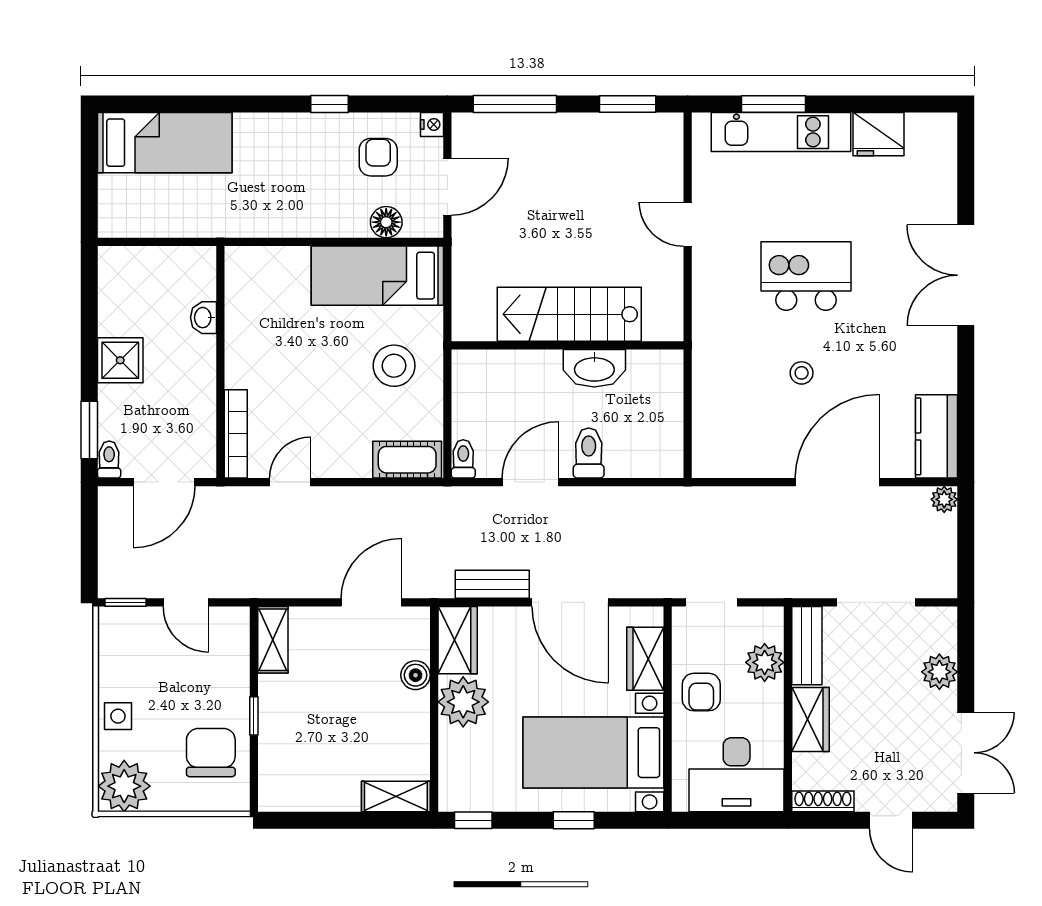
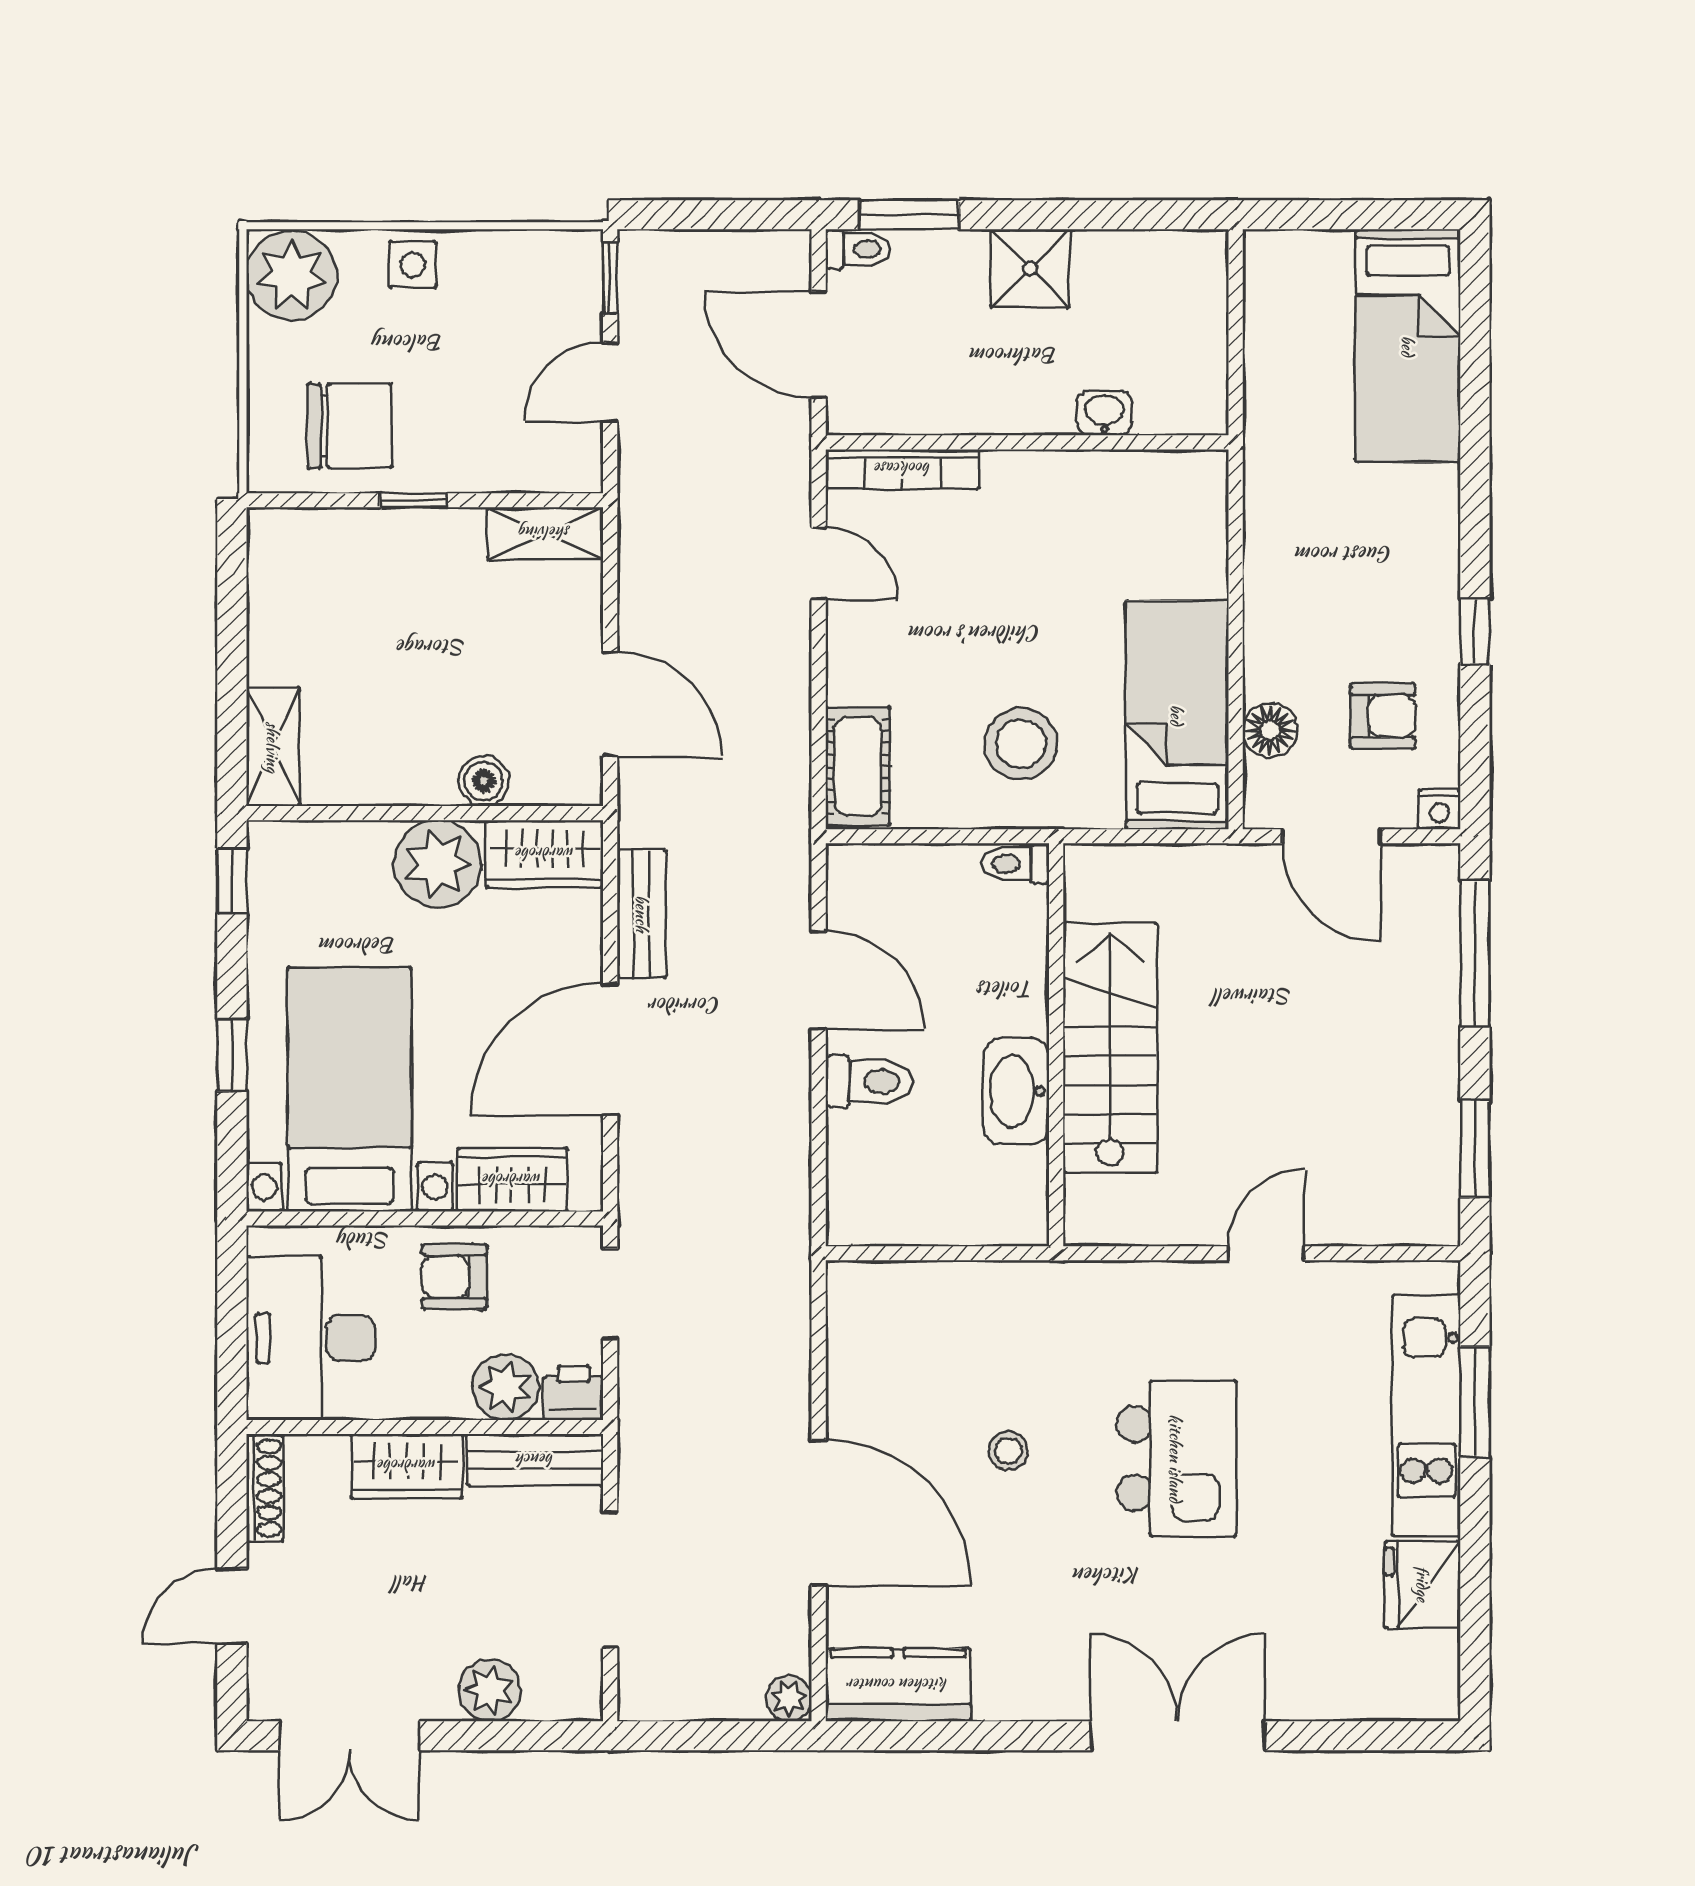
toilet: (463, 459) -> (1016, 864), moved, turned 180
printer: (768, 624) -> (573, 1393), added

